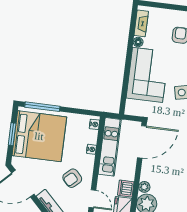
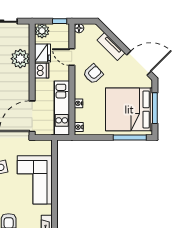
floor lamp: (138, 42) -> (47, 210), removed
window: (12, 134) -> (155, 108), width x1.44
plant: (144, 187) -> (25, 74), removed

